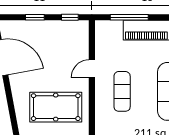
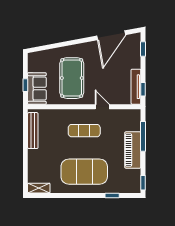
window: (35, 17) -> (143, 49), moved
tv unit: (67, 26) -> (136, 87), added

